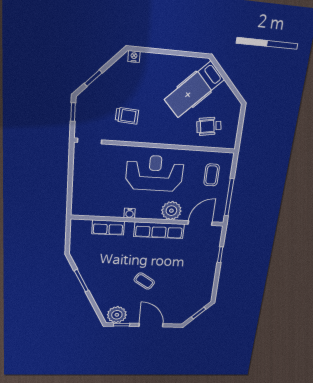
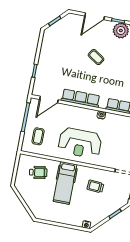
hospital bed: (194, 89) -> (65, 183), moved, turned 134
plant: (171, 211) -> (70, 113), removed
door: (151, 325) -> (95, 16), hinge flipped

